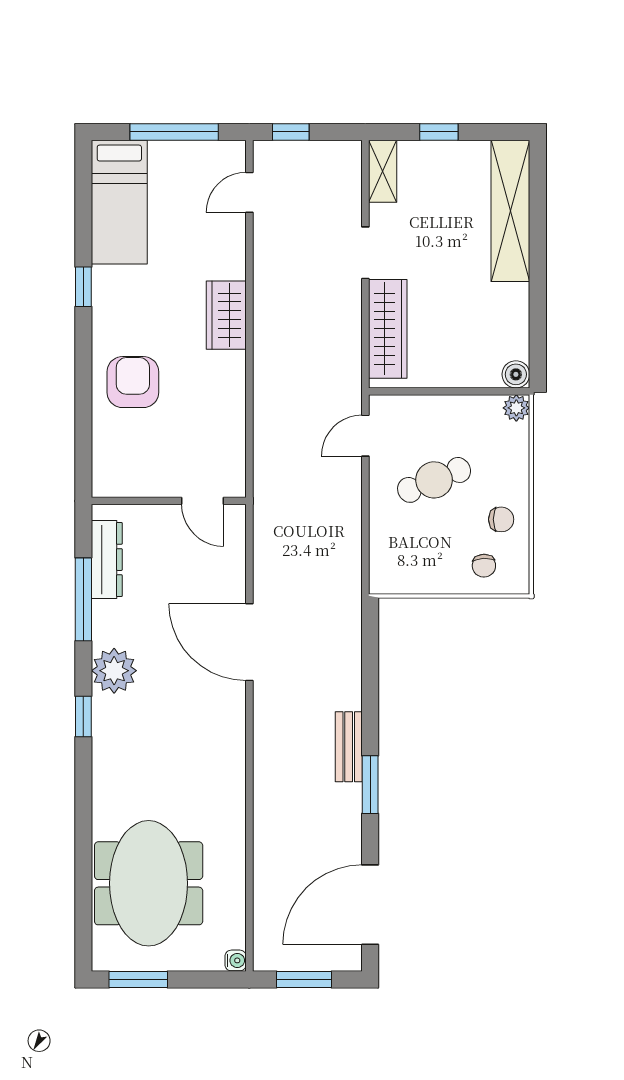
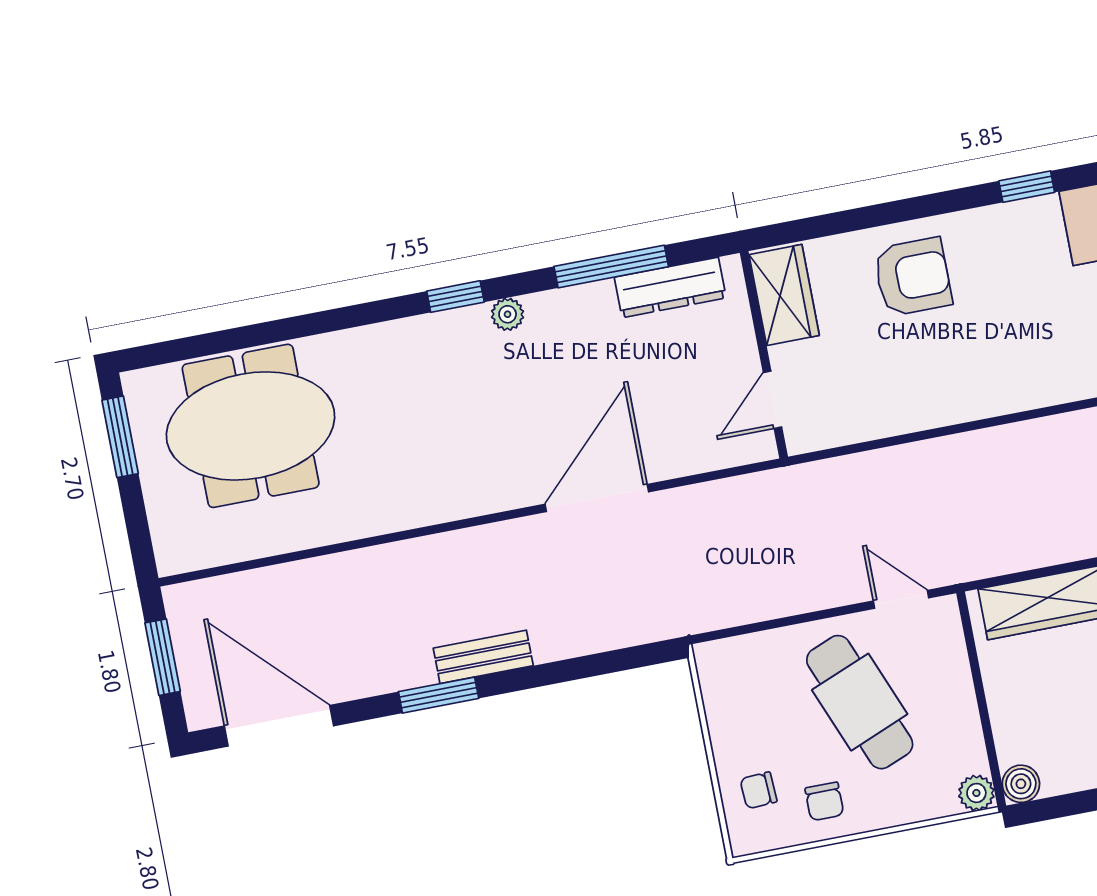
wardrobe: (226, 315) -> (784, 295), moved, turned 90
cafe table: (434, 480) -> (860, 702), width x1.37, depth x1.35
plant: (114, 671) -> (508, 314), width x0.53, depth x0.53
water cooler: (236, 960) -> (170, 561), removed

